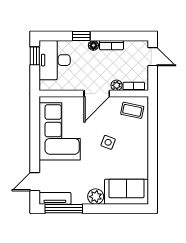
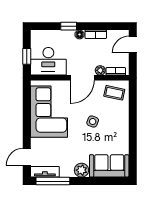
window: (35, 56) -> (27, 56), moved
door: (153, 57) -> (133, 45), swing flipped
desk: (55, 60) -> (48, 61), moved, turned -90

